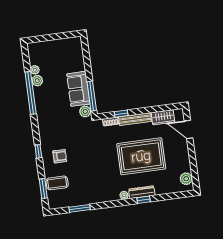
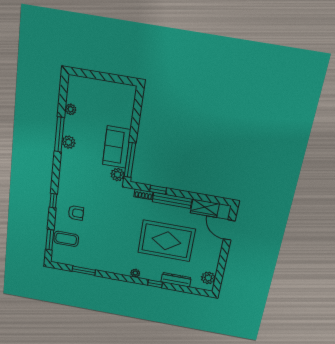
plant: (37, 81) -> (69, 142), moved
window: (31, 93) -> (59, 134), width x0.68
dresser: (142, 192) -> (176, 280), moved

